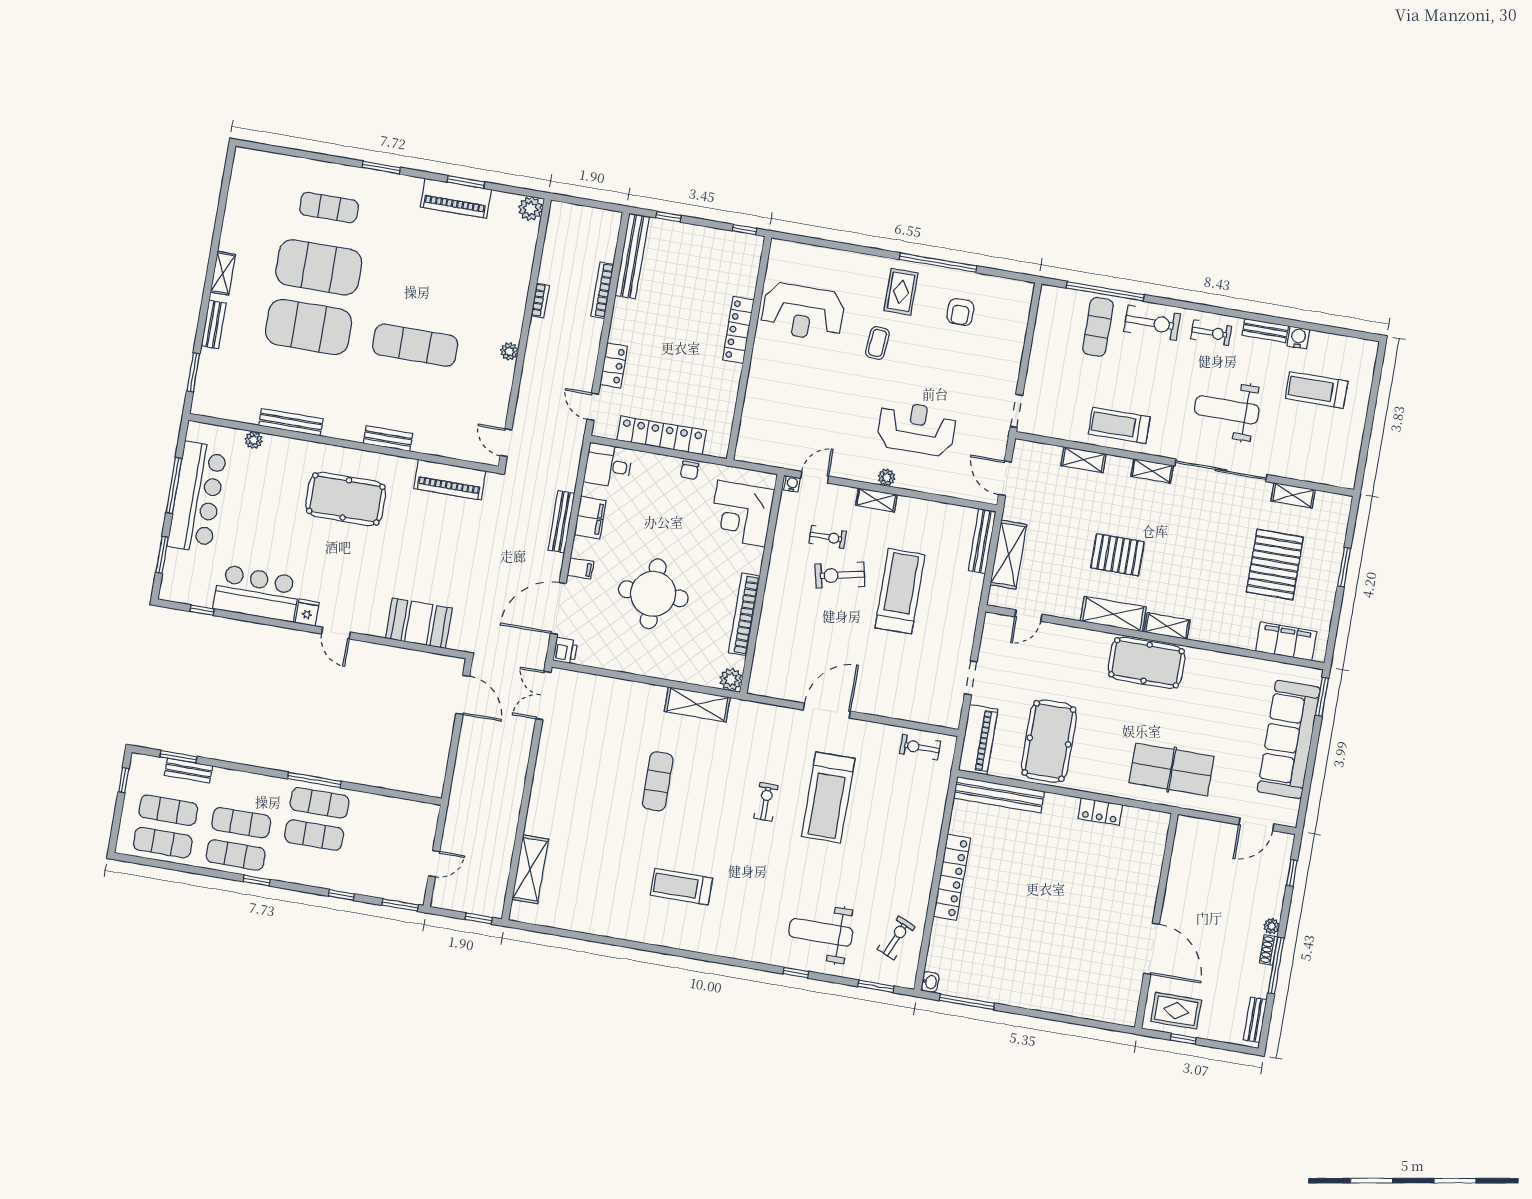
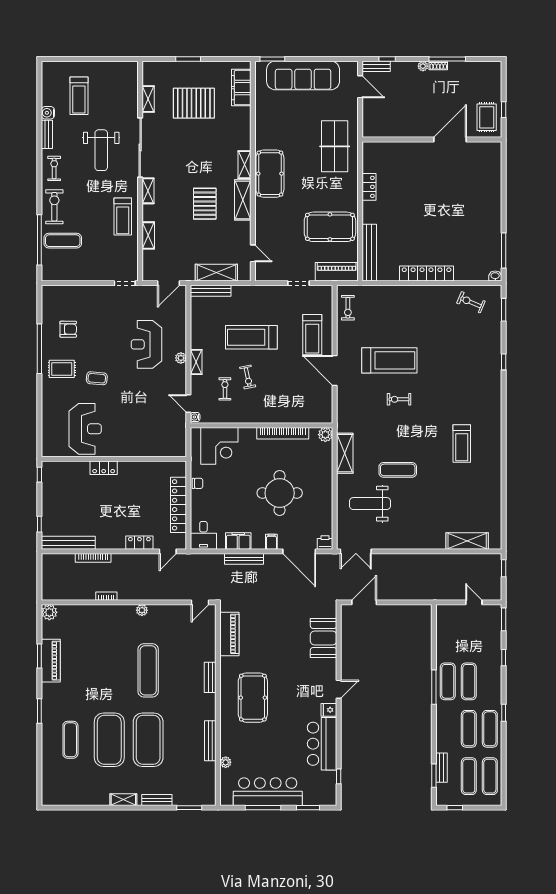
locker: (738, 330) -> (104, 468), width x0.66
exercise bike: (840, 575) -> (248, 377), width x0.73, depth x0.72
treadmill: (888, 686) -> (312, 335), added
weight bench: (821, 932) -> (370, 504), moved, turned 90
bench: (1255, 1020) -> (376, 66), moved

